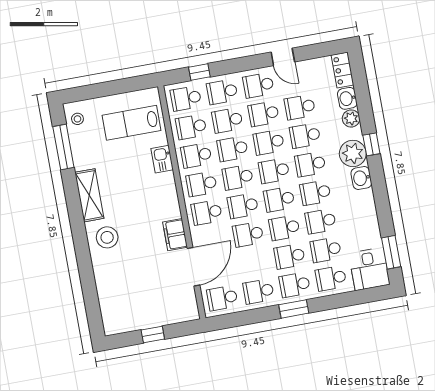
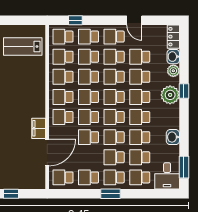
kitchen sink: (162, 159) -> (39, 75), removed
washbasin: (361, 178) -> (173, 137), moved

